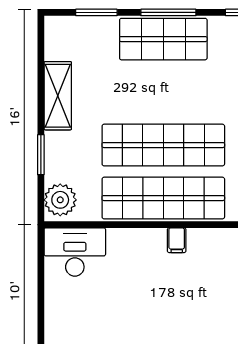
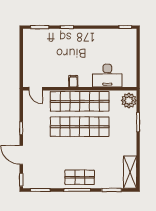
shop shelf: (163, 39) -> (80, 177), width x0.70, depth x0.74
shelving: (58, 96) -> (130, 172), moved
desk: (75, 252) -> (107, 76), moved

